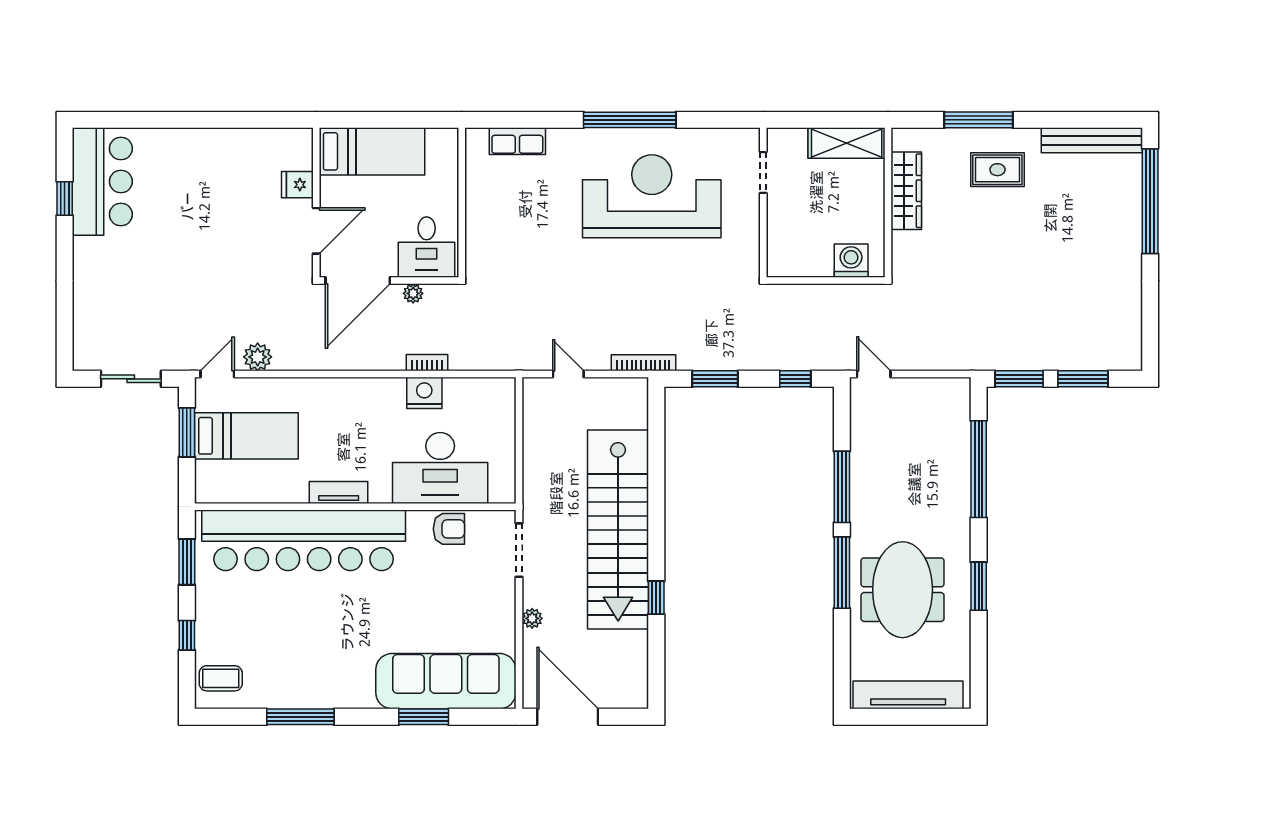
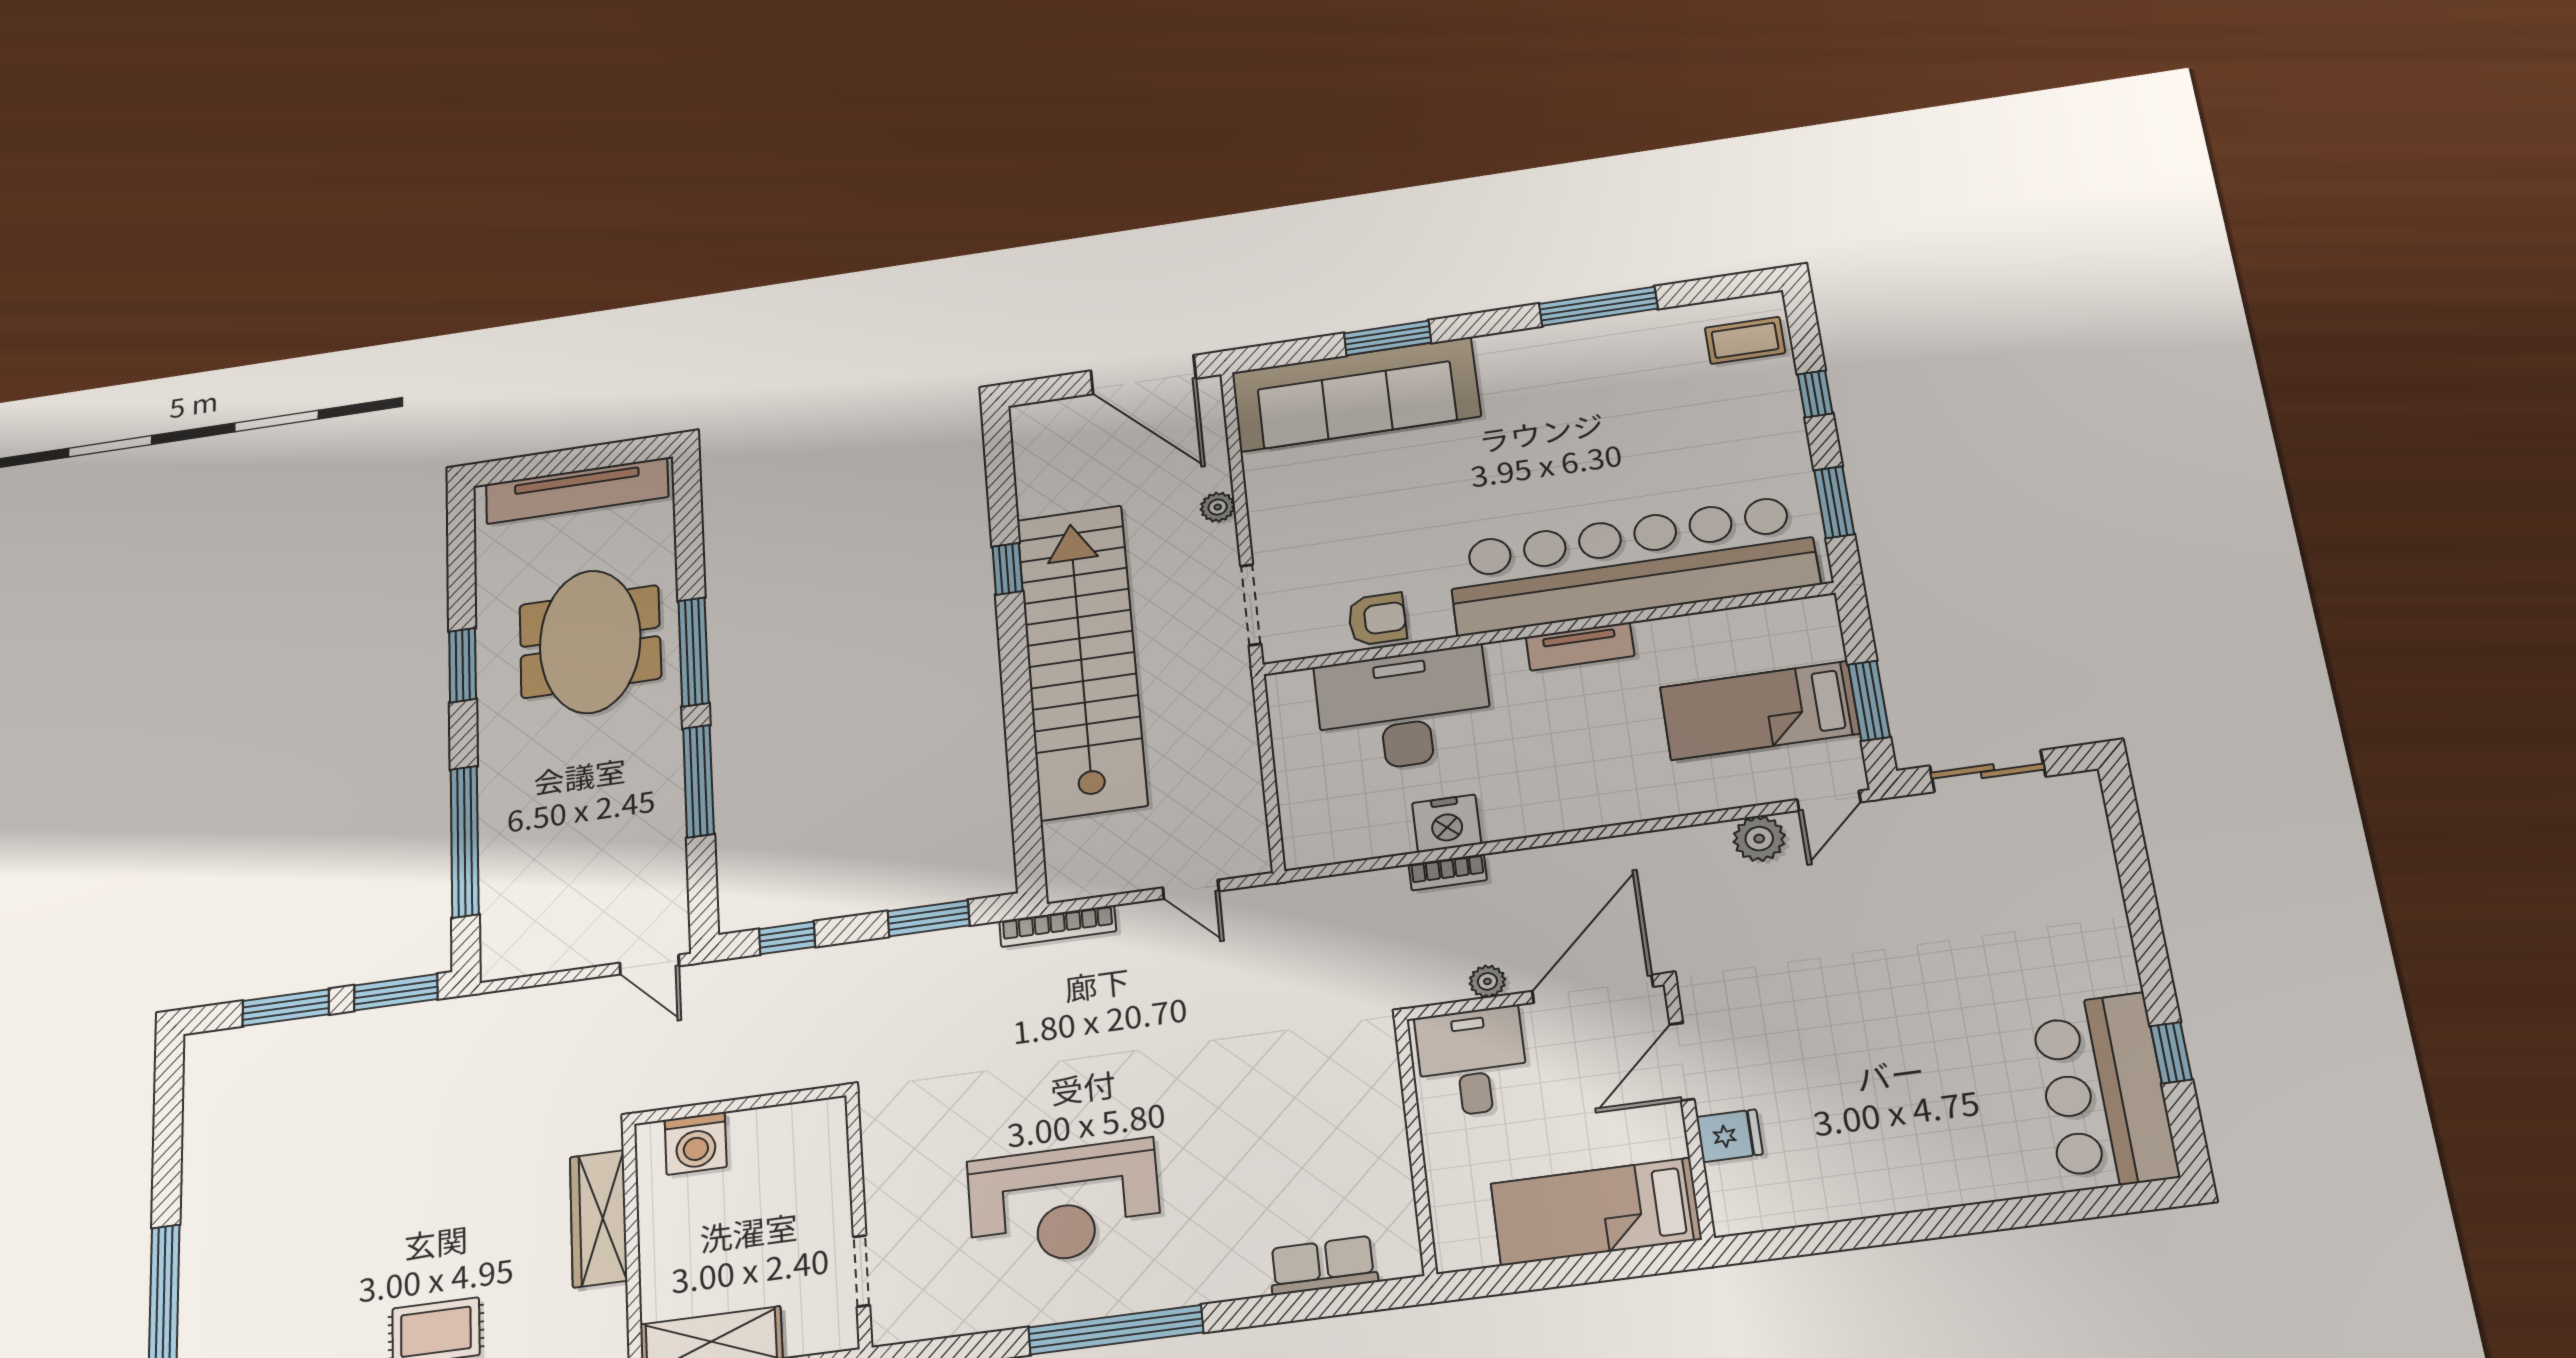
wardrobe: (906, 191) -> (599, 1219), moved
reception desk: (652, 196) -> (1064, 1203), width x0.74, depth x0.77
armchair: (449, 529) -> (1377, 619), turned 180

